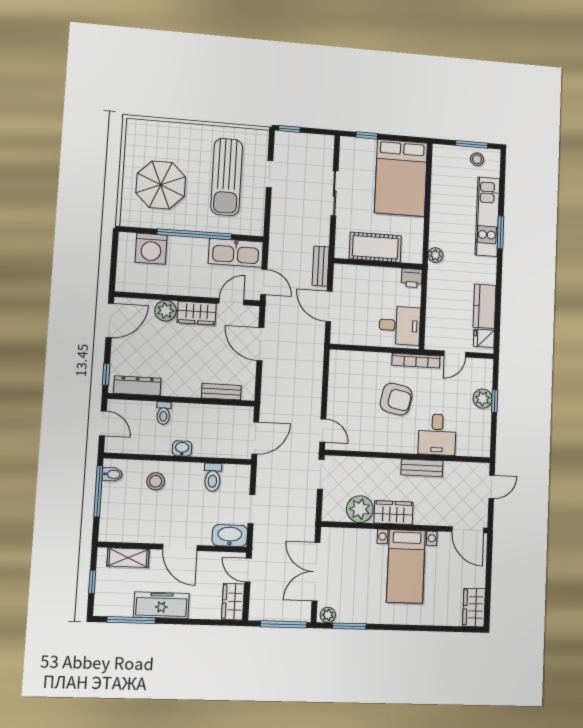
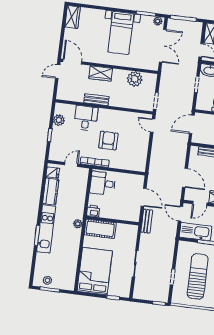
kitchen unit: (487, 217) -> (46, 229), moved
cot: (375, 247) -> (100, 229), moved
armchair: (396, 399) -> (108, 140), turned 78
plant: (483, 399) -> (59, 120), moved
door: (492, 487) -> (58, 72), moved
wardrobe: (393, 513) -> (101, 73), moved
bed with nightstands: (406, 566) -> (121, 33), moved, turned 180

